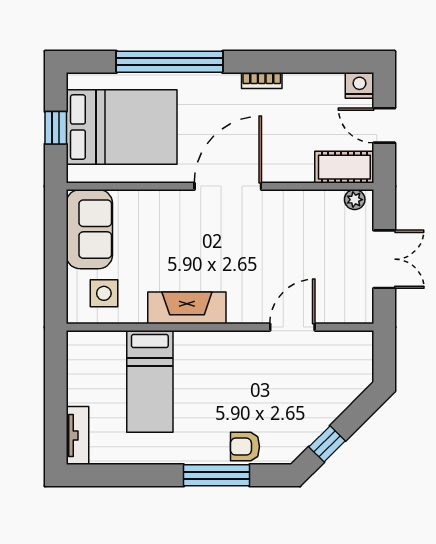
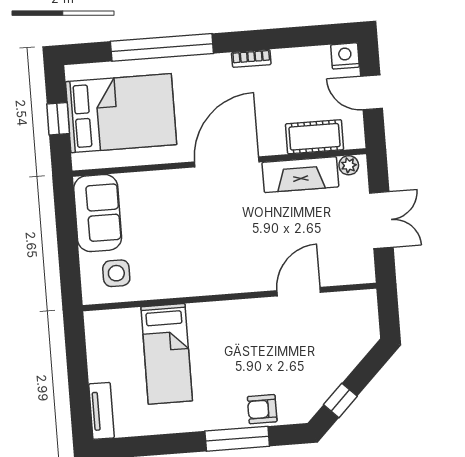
cot: (344, 167) -> (315, 137), moved
fireplace: (187, 308) -> (300, 175), moved, turned 180

